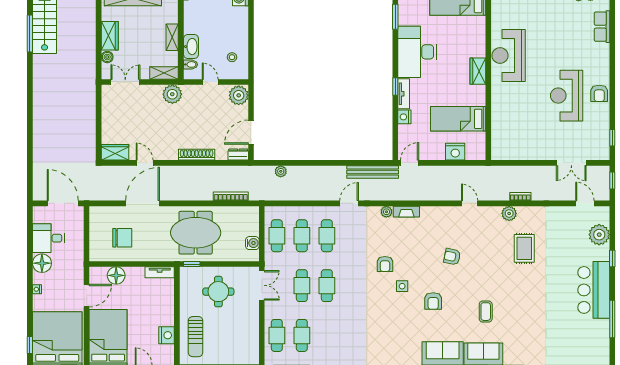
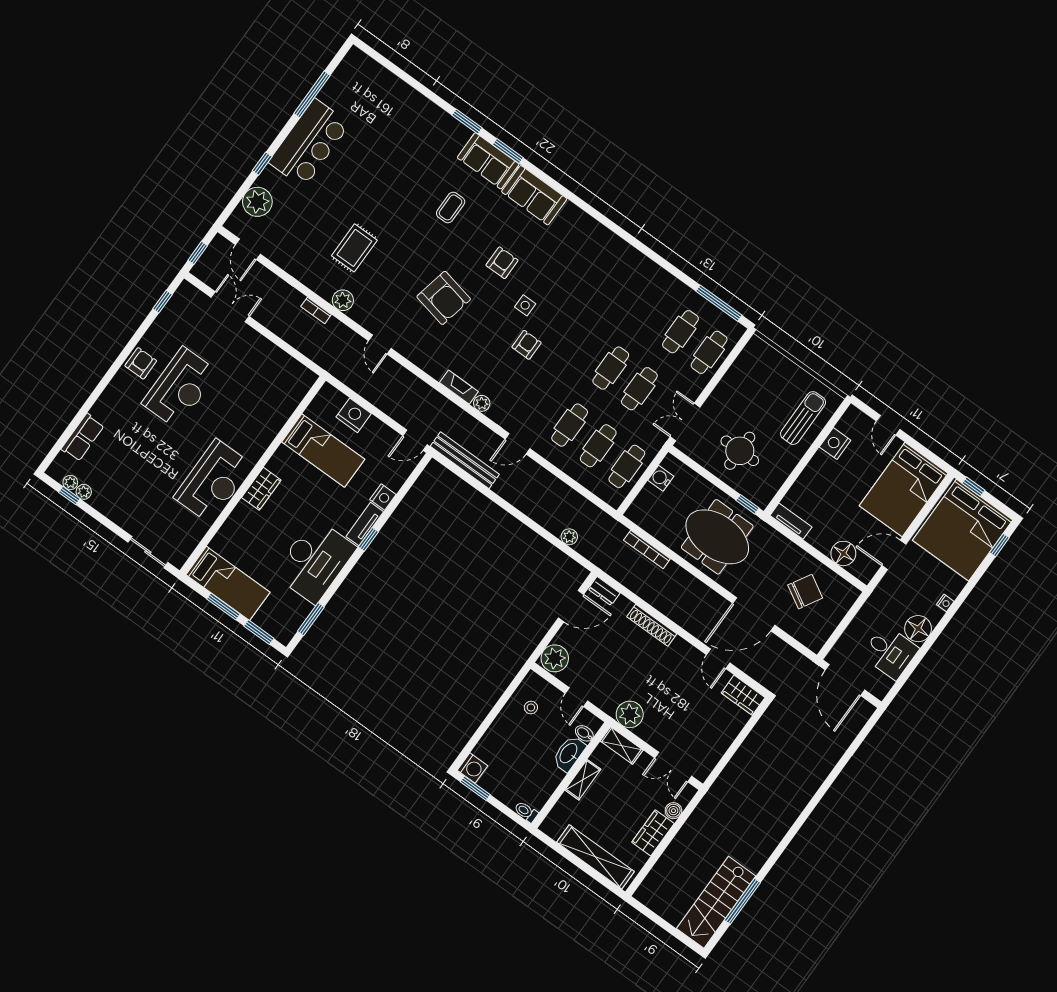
chair: (122, 238) -> (805, 592), turned 120
armchair: (452, 257) -> (444, 298), width x1.88, depth x1.88

